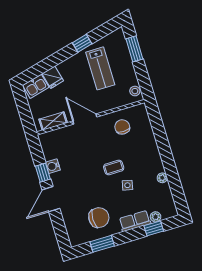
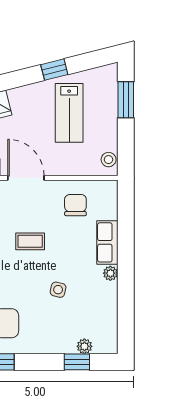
coffee table: (114, 167) -> (30, 241), moved
plant: (162, 178) -> (110, 273), moved
row of seats: (135, 221) -> (107, 242), moved, turned -90

